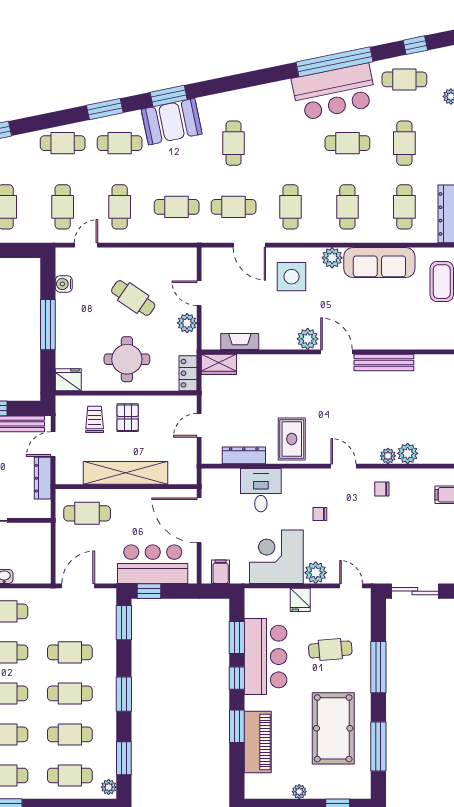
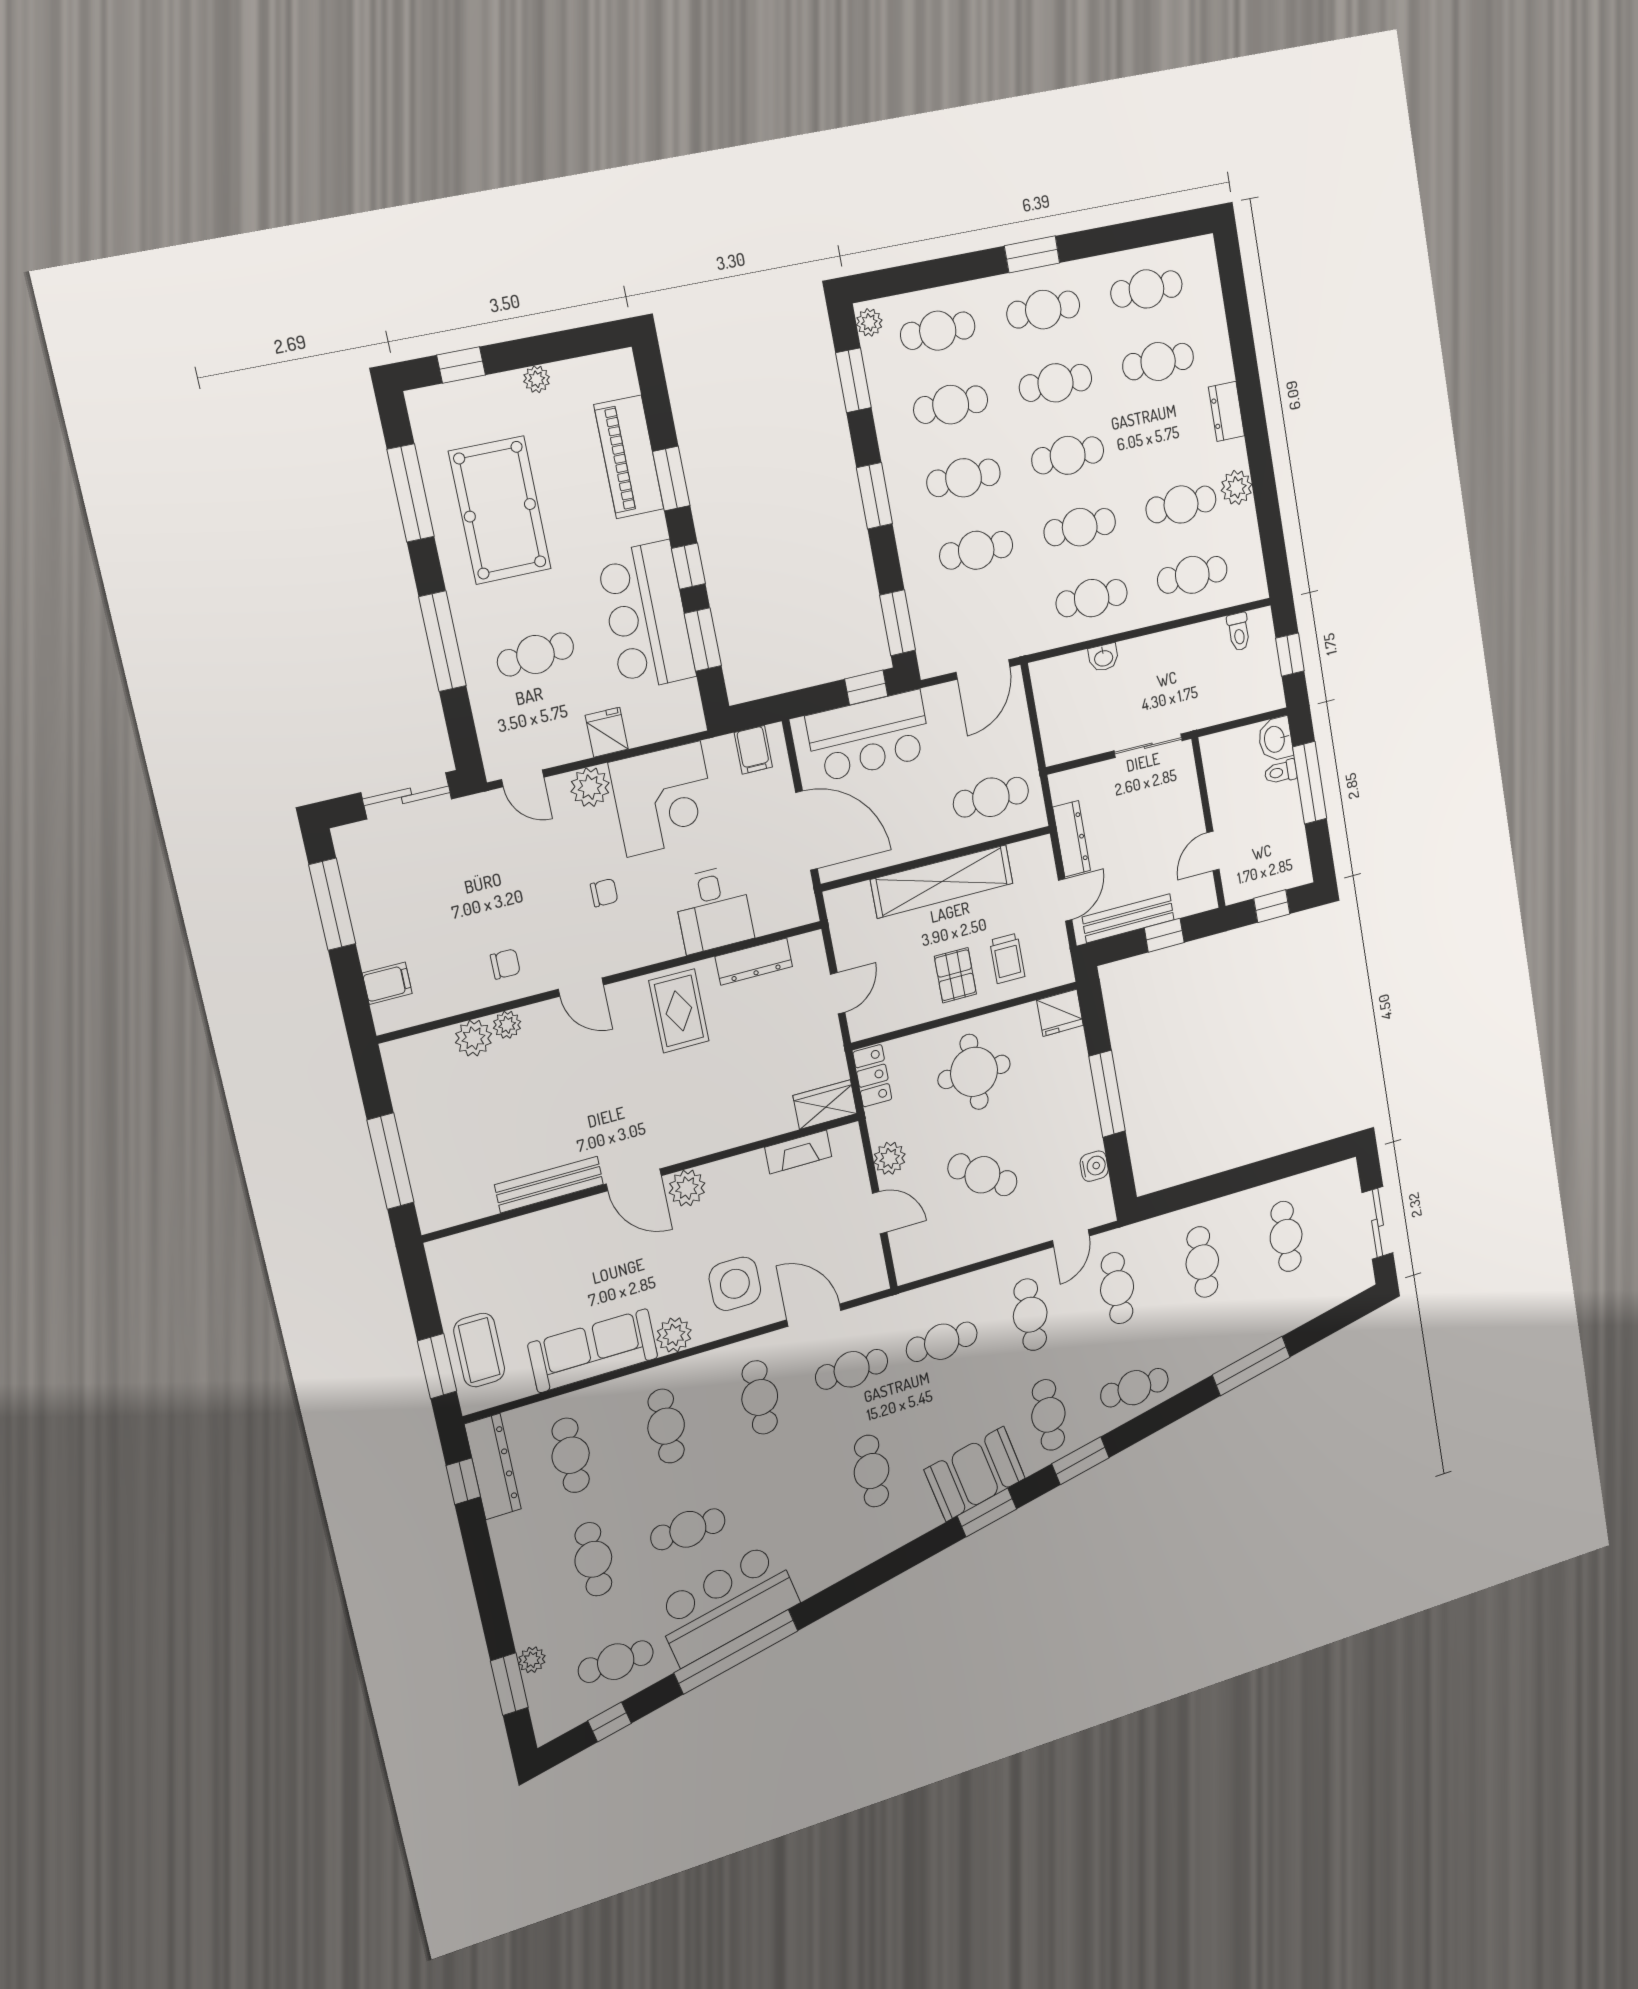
cafe table: (120, 143) -> (1048, 1415), turned 90

